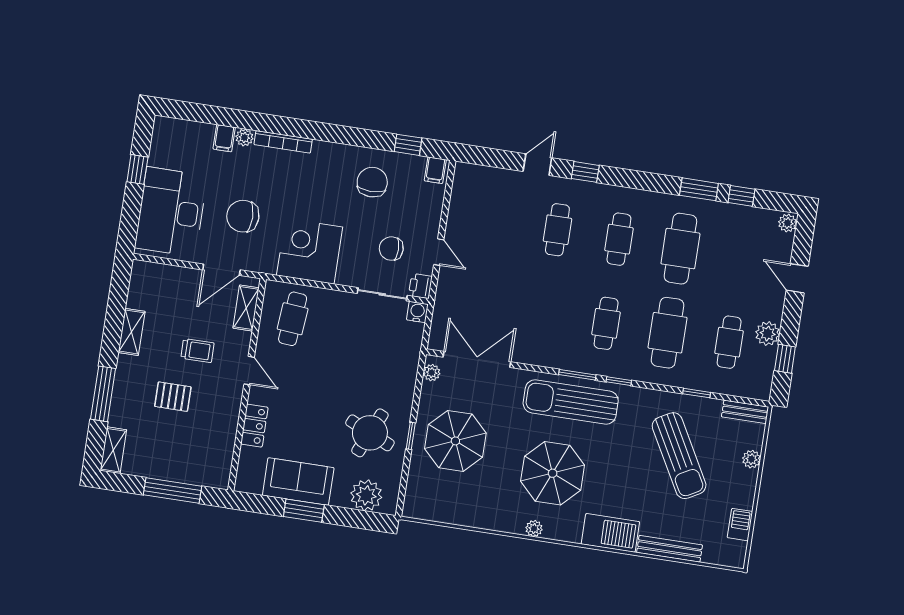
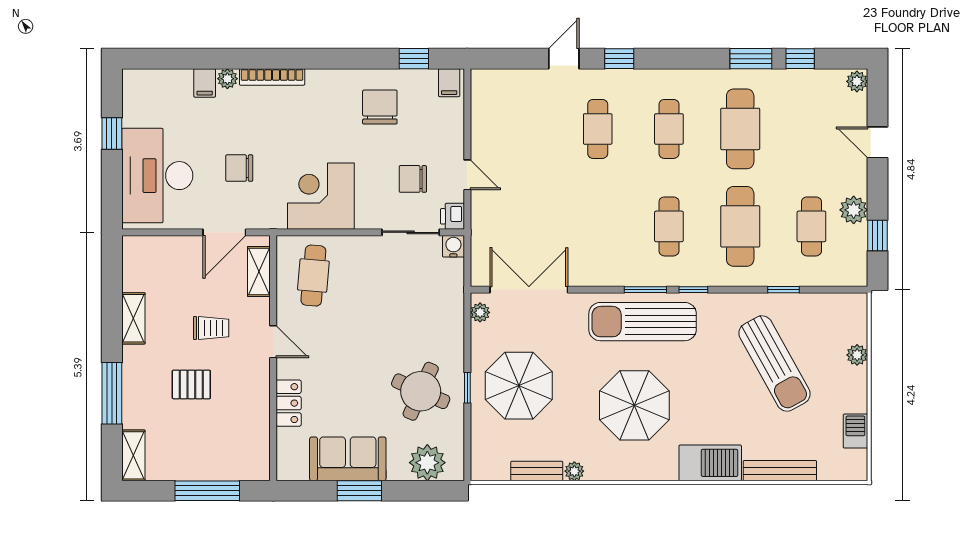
chair: (243, 216) -> (239, 168), width x0.73, depth x0.73
bench: (745, 412) -> (537, 471), moved
plant: (534, 529) -> (574, 471), moved

